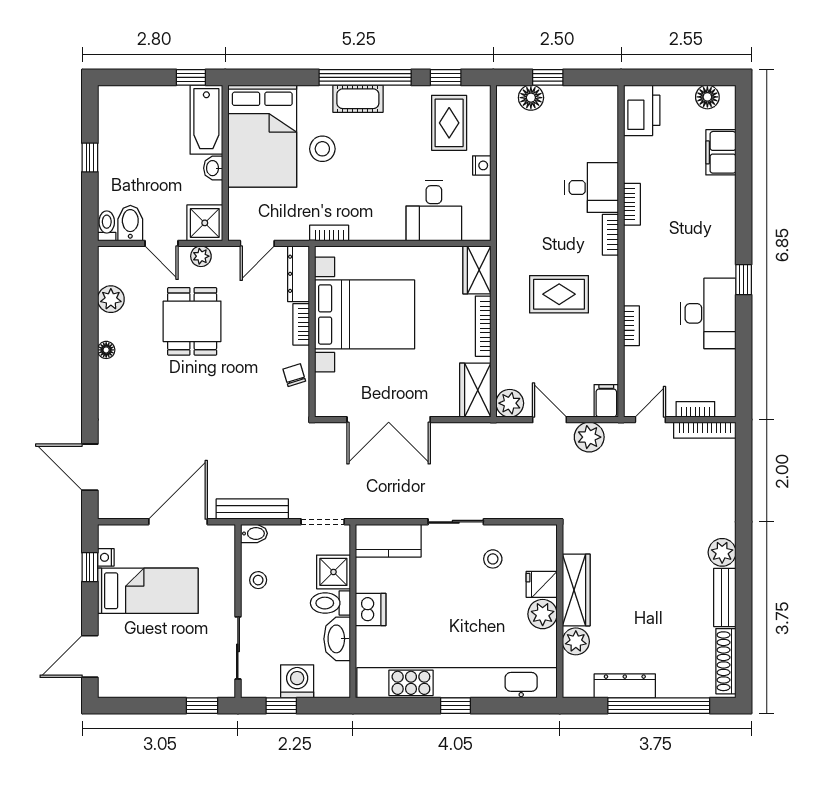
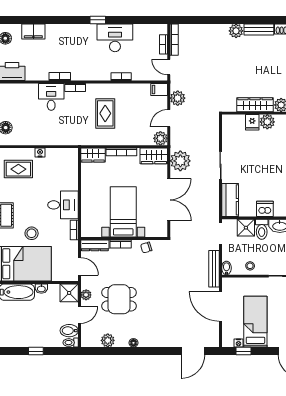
desk: (434, 211) -> (63, 205), moved
bed with nightstands: (365, 314) -> (123, 212), width x0.73
plant: (465, 442) -> (180, 161), added
stool: (493, 559) -> (239, 147), removed

